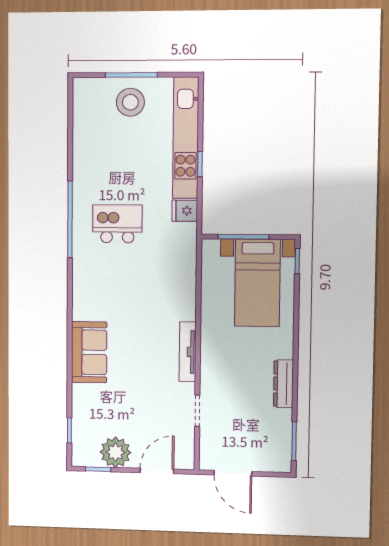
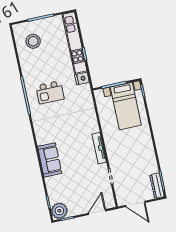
stool: (130, 102) -> (33, 41), moved
kitchen island: (117, 224) -> (50, 92), turned 180
dresser: (283, 384) -> (157, 186), moved
plant: (115, 452) -> (59, 211), moved

